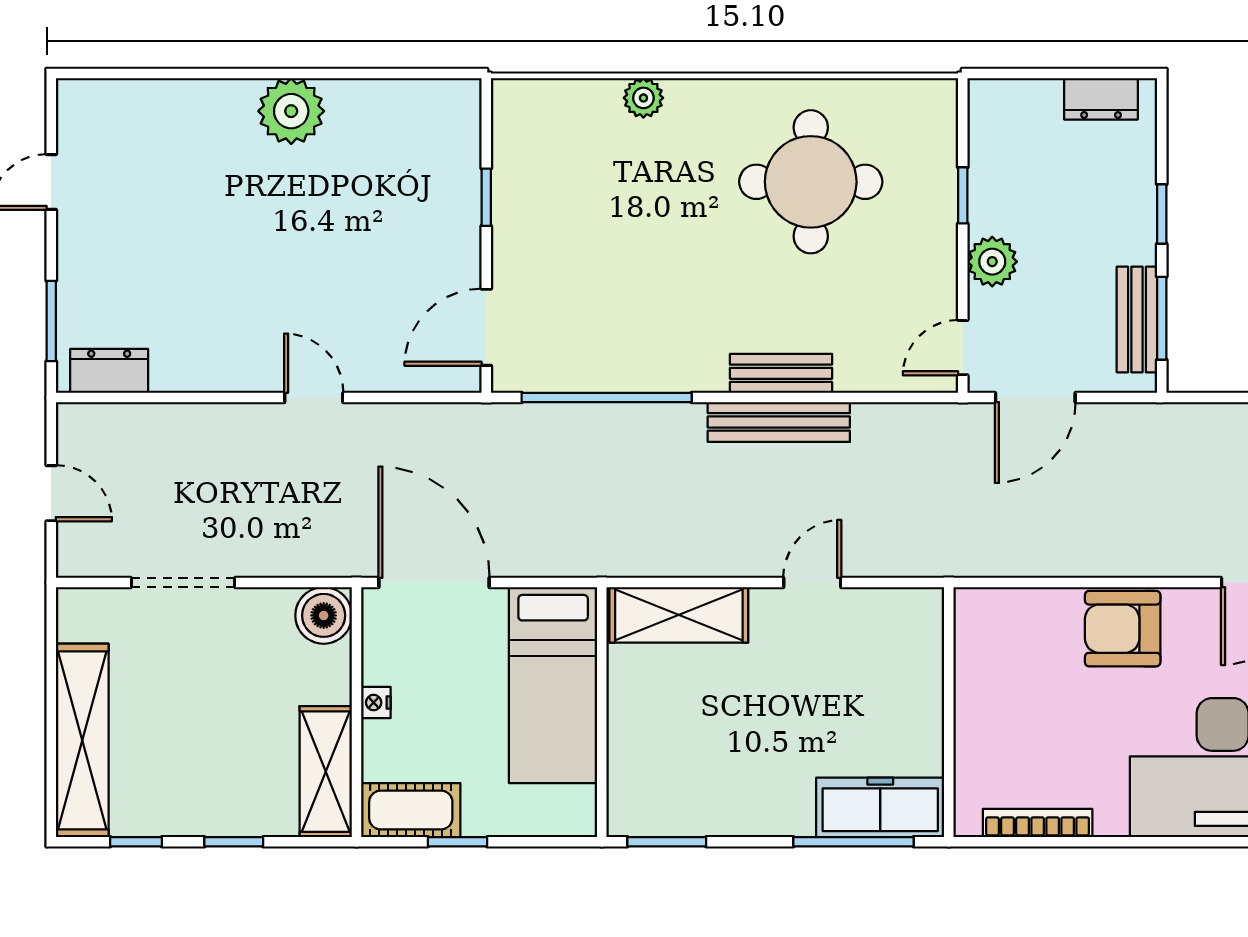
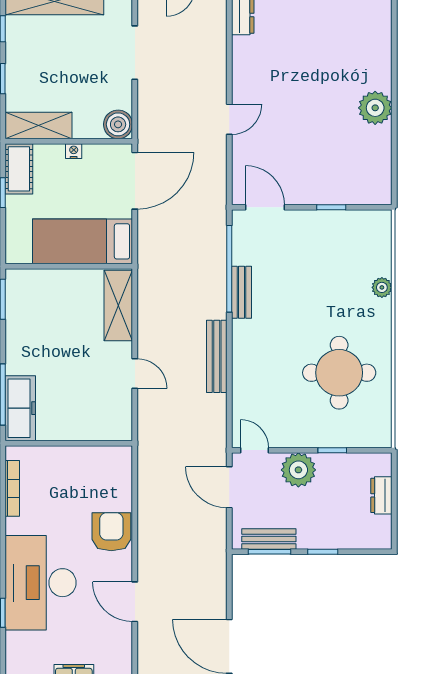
dresser: (1101, 99) -> (381, 495), moved
plant: (992, 262) -> (298, 470), width x1.36, depth x1.36
bench: (781, 373) -> (241, 292), moved

